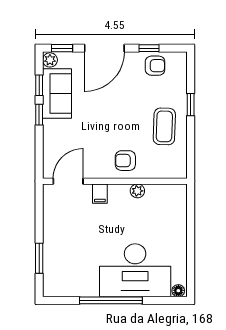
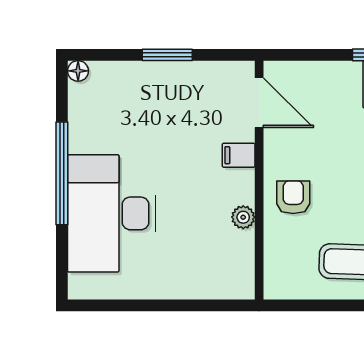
window: (39, 258) -> (167, 55), moved
floor lamp: (178, 291) -> (78, 71), moved

